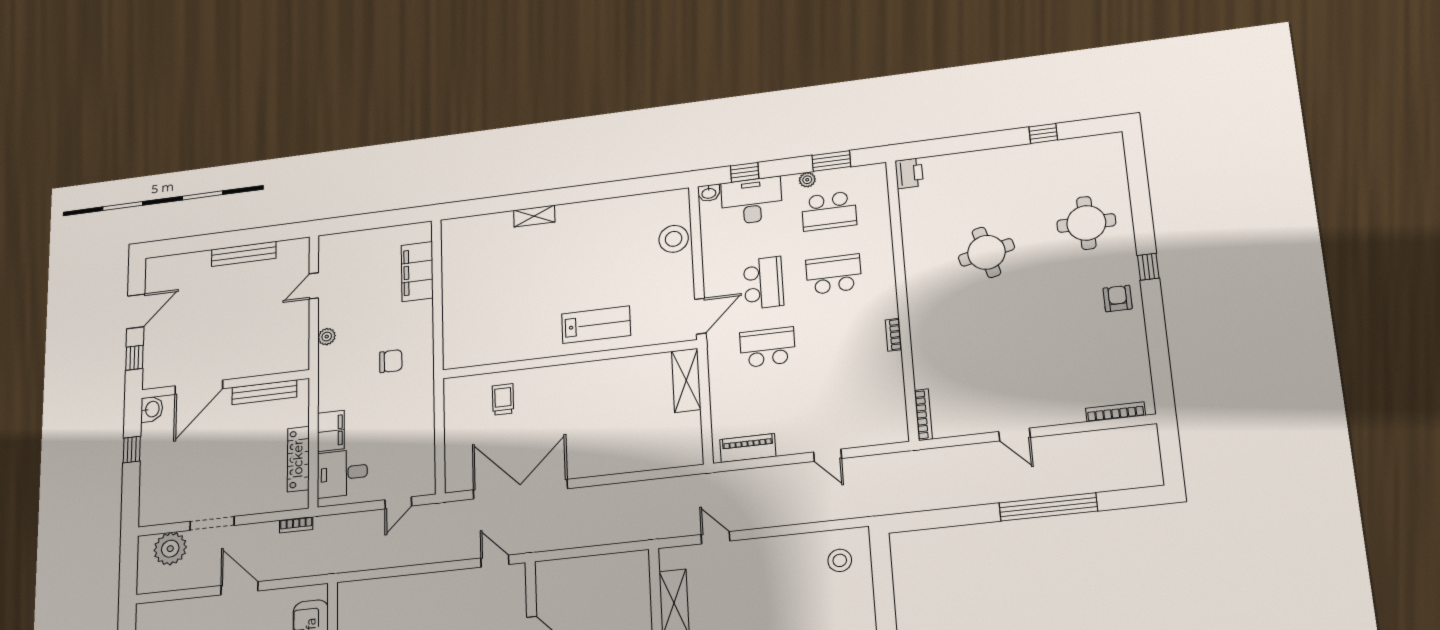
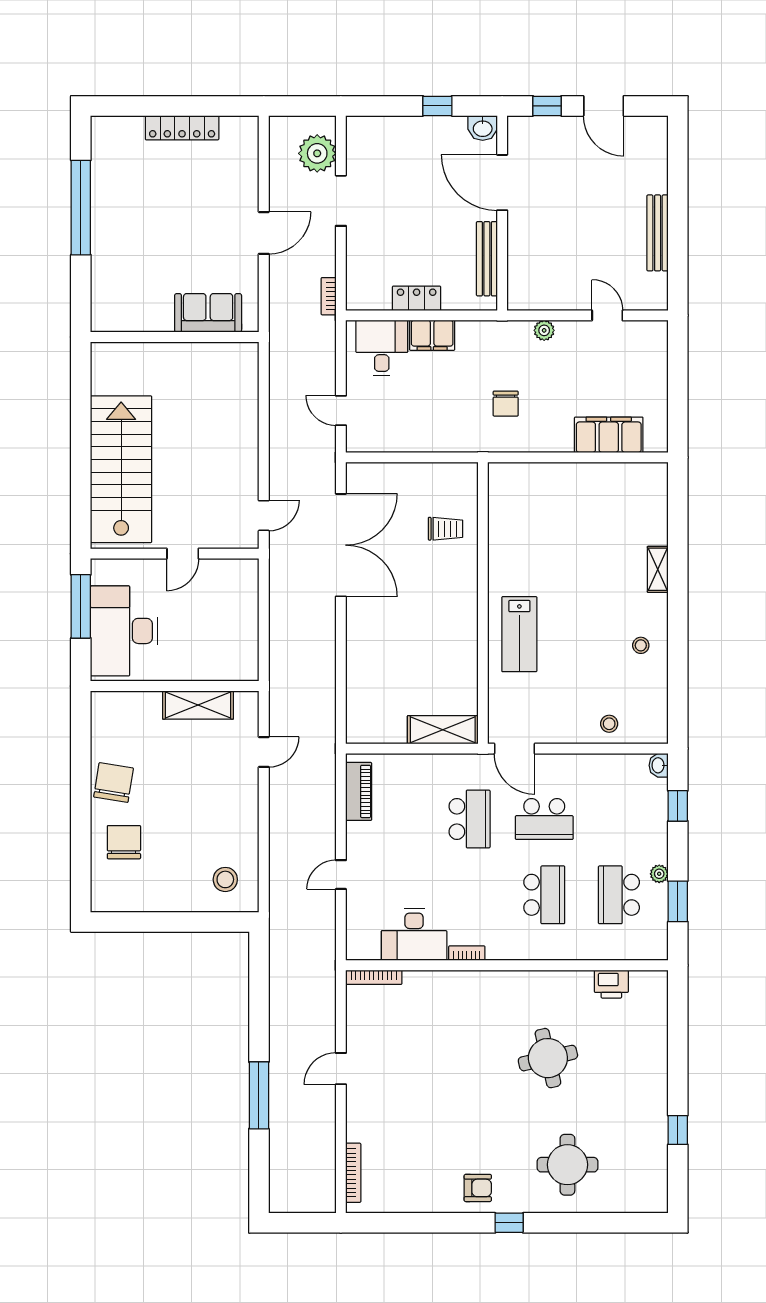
printer: (909, 173) -> (611, 984), moved
desk: (752, 201) -> (414, 935), moved, turned 90
stool: (602, 222) -> (641, 645), added
stool: (674, 239) -> (609, 724), width x0.53, depth x0.53
locker: (298, 459) -> (417, 298), width x0.66
window: (1048, 507) -> (259, 1095), width x0.68

